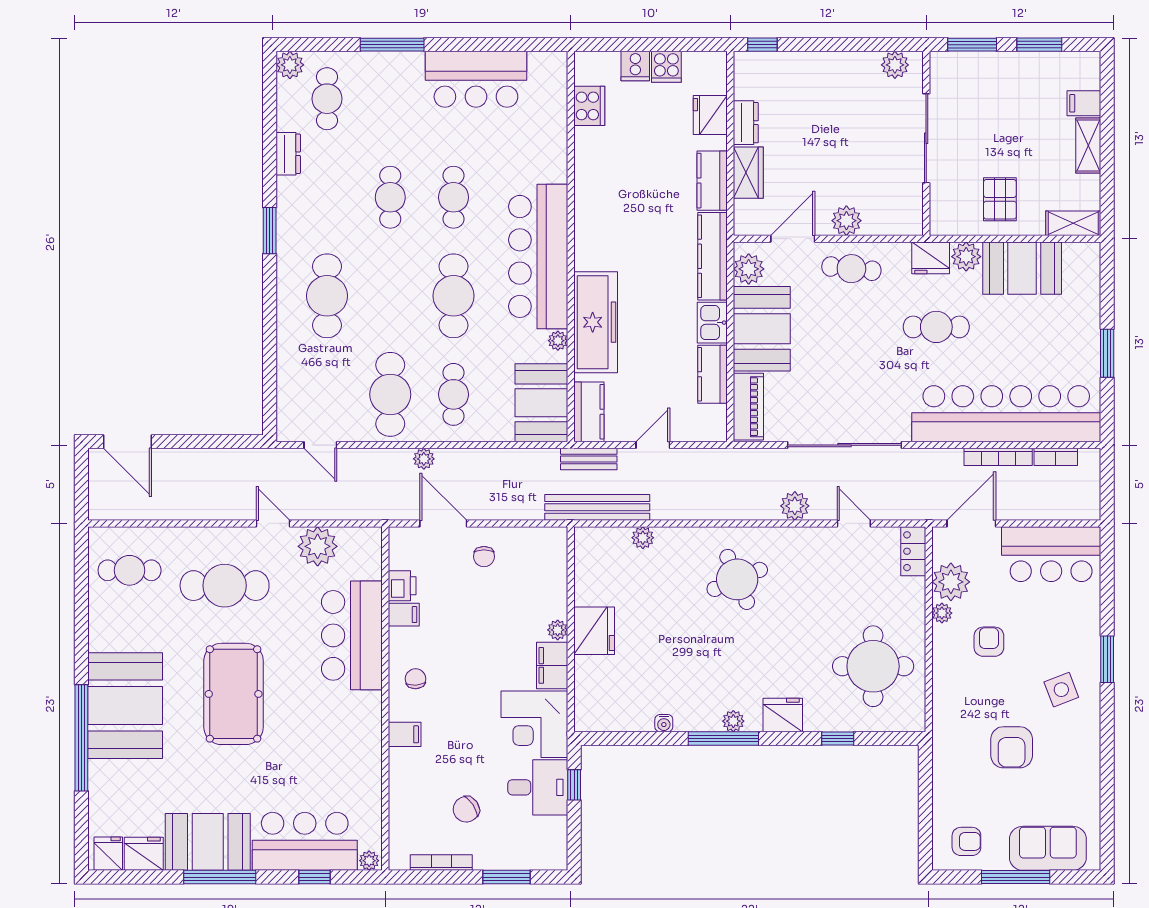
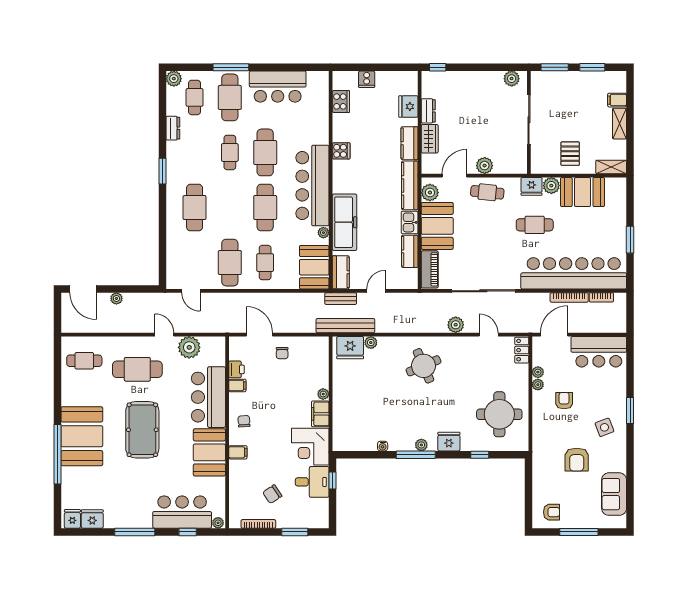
cooker: (666, 67) -> (341, 151), moved, turned -90
cafe table: (390, 99) -> (230, 97), added
cafe table: (453, 197) -> (265, 152), width x1.37, depth x1.35
plant: (424, 459) -> (116, 299), moved
plant: (951, 582) -> (538, 372), width x0.53, depth x0.53
fridge: (594, 631) -> (350, 348), moved, turned 90
booth: (208, 842) -> (209, 452), moved, turned 90
sofa: (1048, 848) -> (614, 494), moved, turned -90

